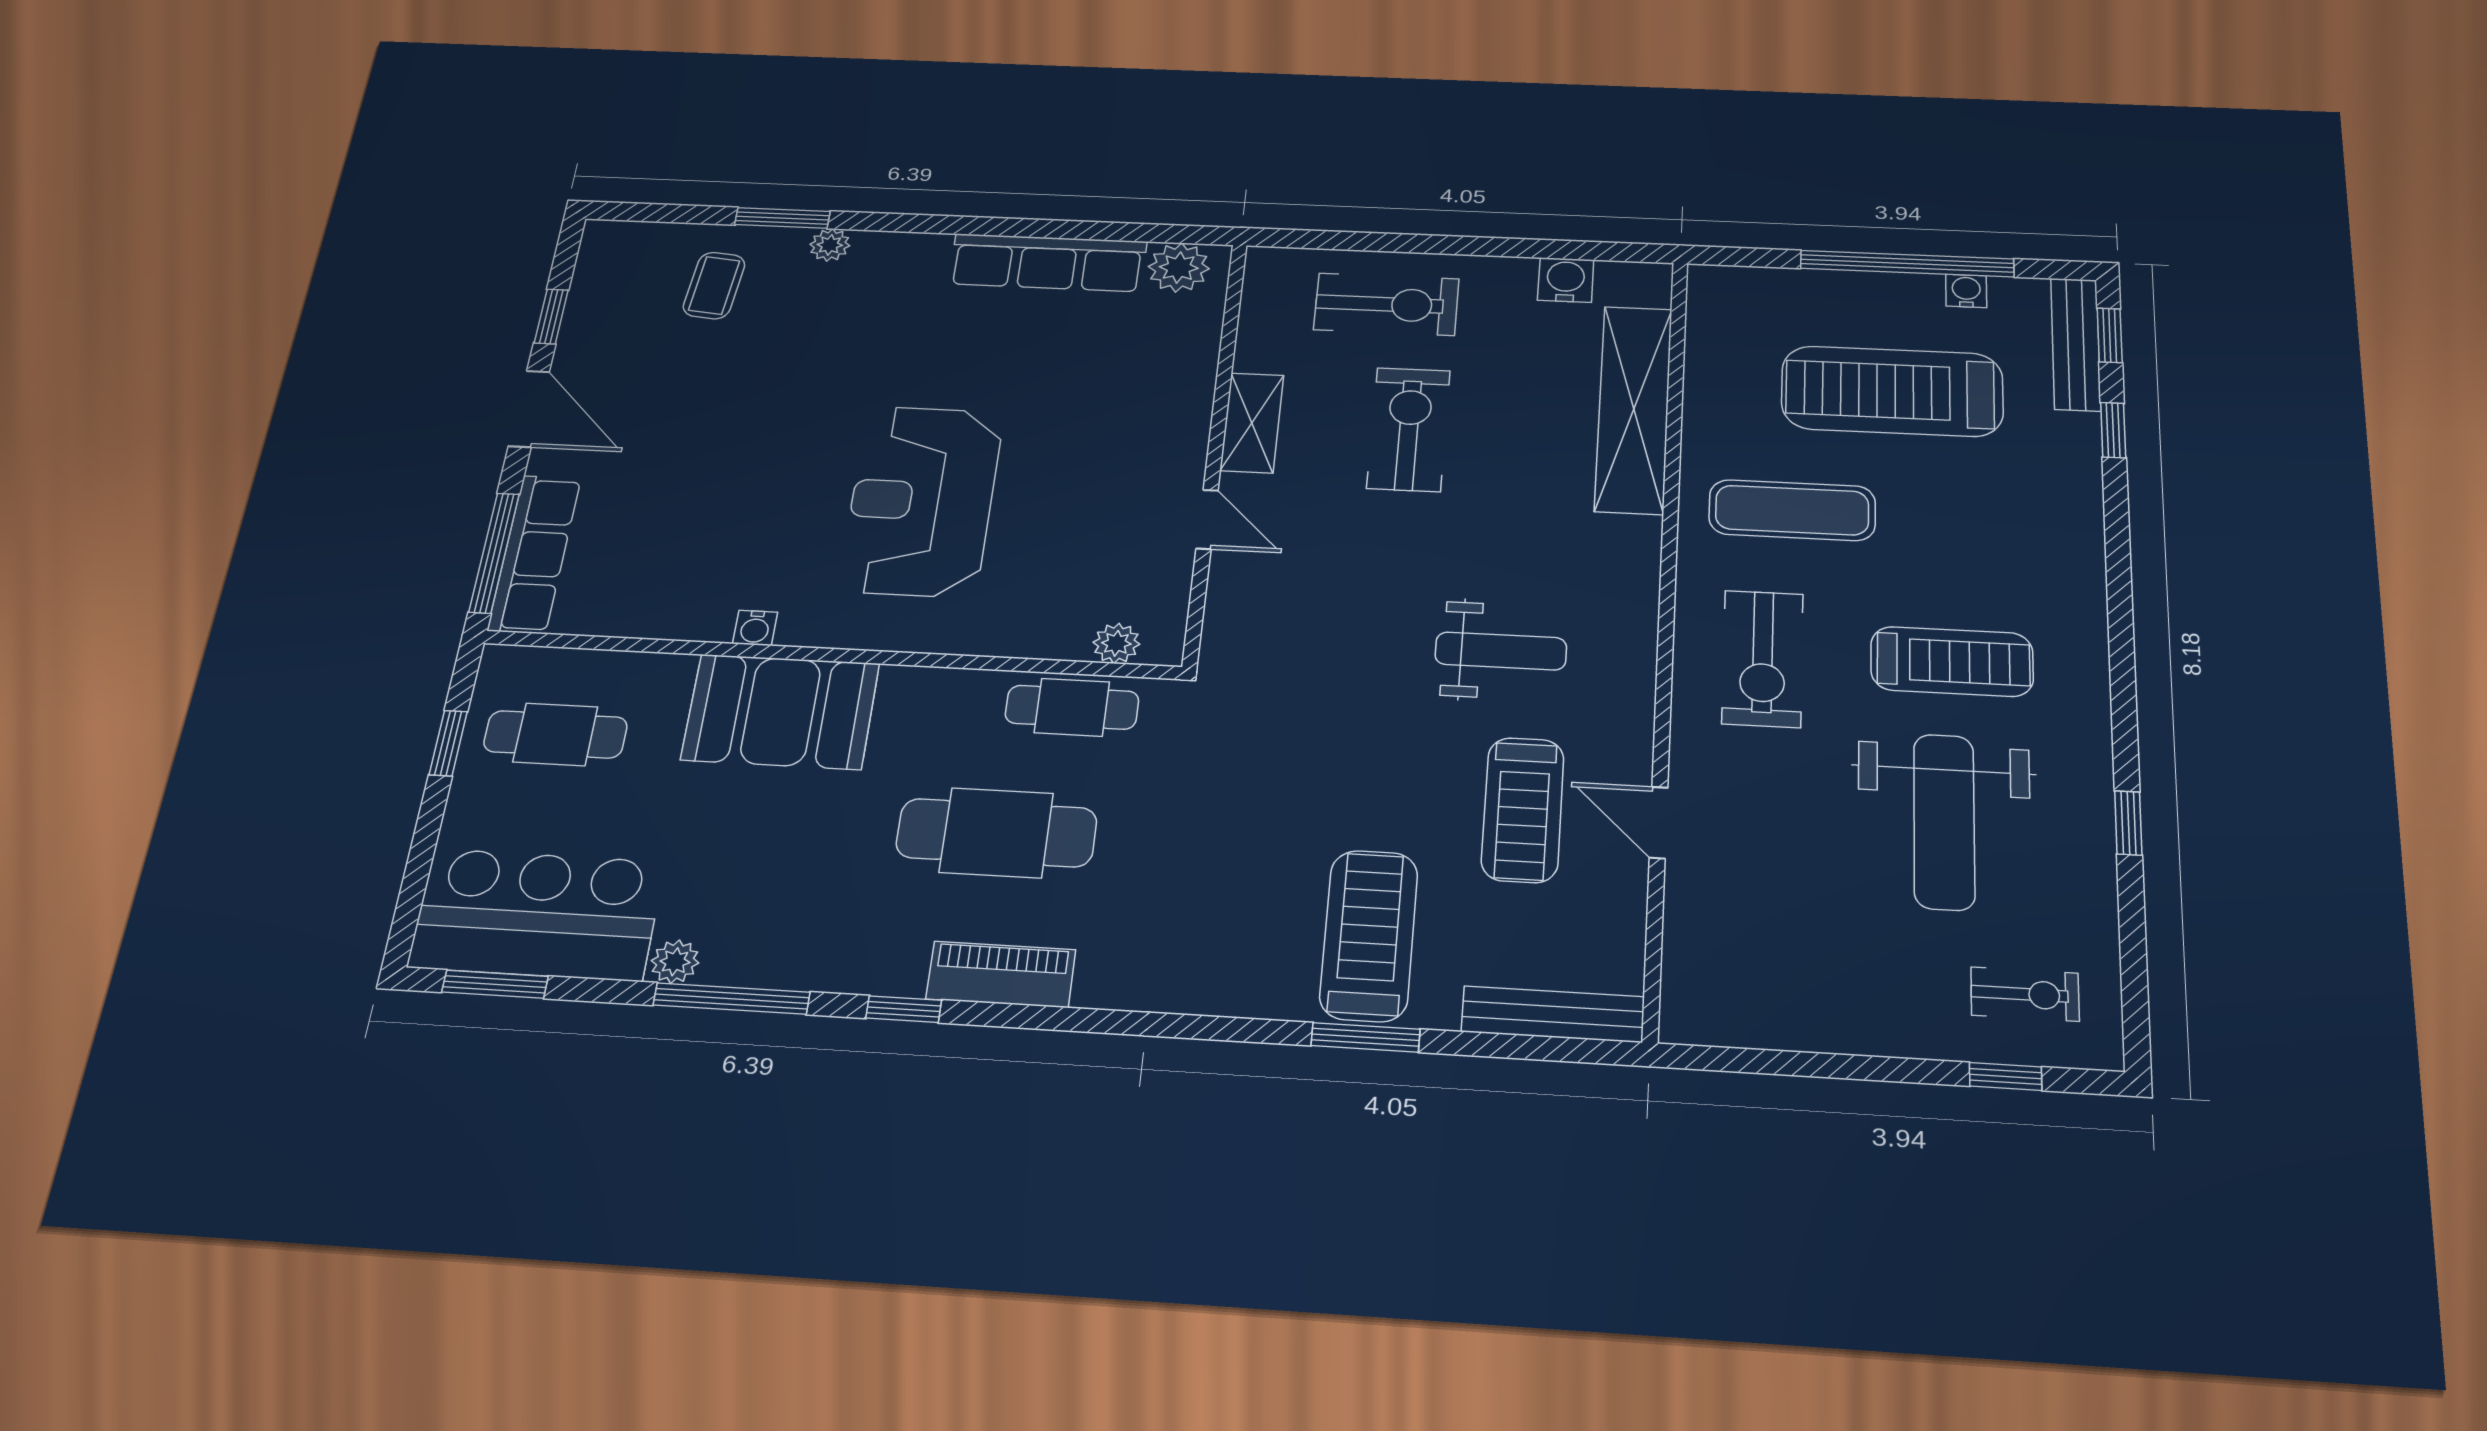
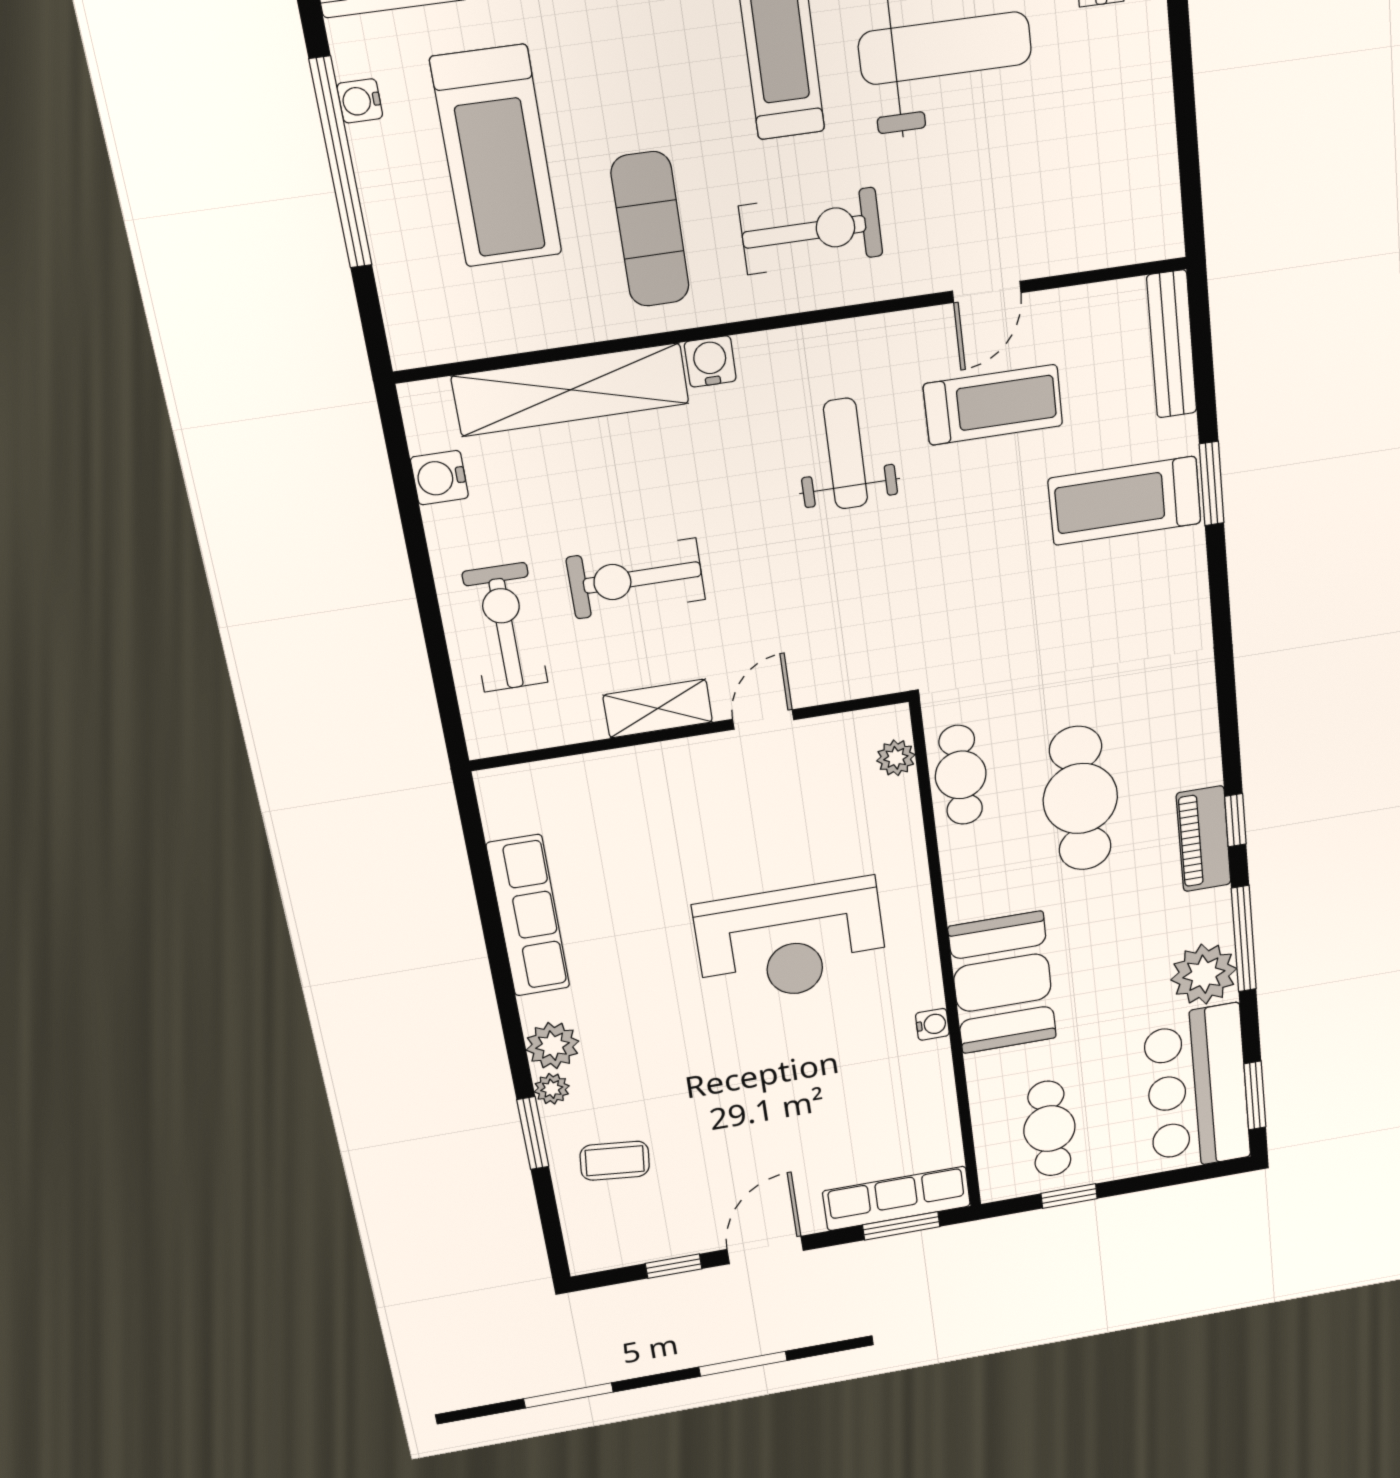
plant: (1179, 268) -> (552, 1046), moved
water cooler: (1636, 540) -> (710, 362), added
window: (494, 553) -> (901, 1226), width x0.69
plant: (675, 962) -> (1204, 974), width x1.87, depth x1.87
piano: (1001, 974) -> (1204, 839), moved

